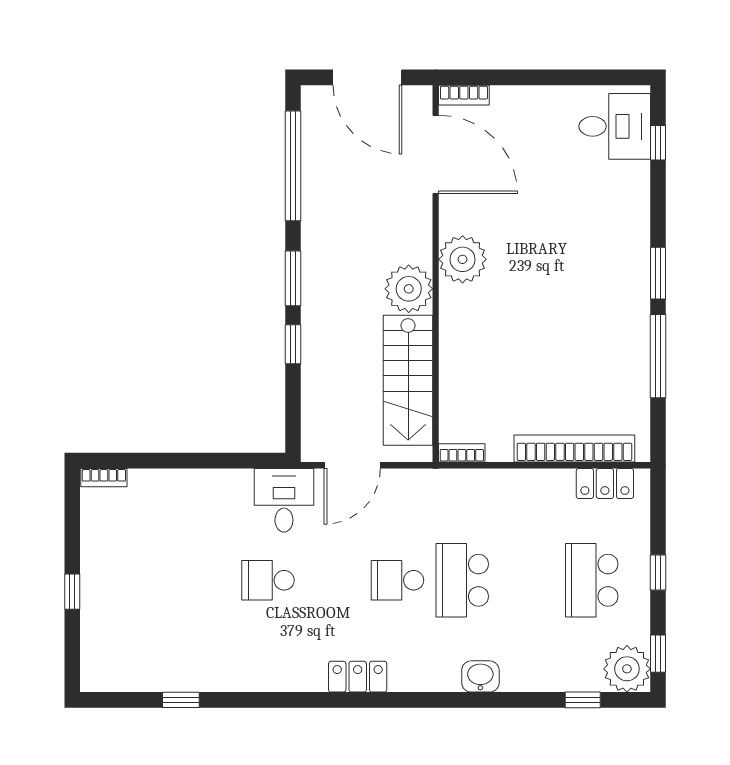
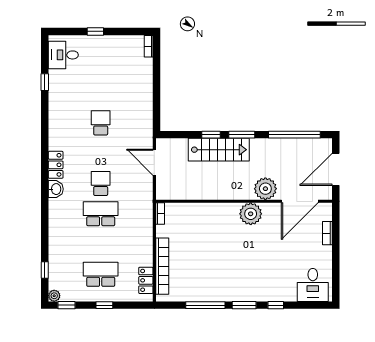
bookcase: (464, 95) -> (327, 233), moved
window: (658, 143) -> (276, 305), moved
plant: (409, 289) -> (265, 189), moved
stairs: (408, 380) -> (219, 150), moved, turned 180
desk: (284, 500) -> (63, 55), moved, turned 180
plant: (627, 669) -> (54, 296), width x0.53, depth x0.53
washbasin: (480, 676) -> (56, 189), moved

